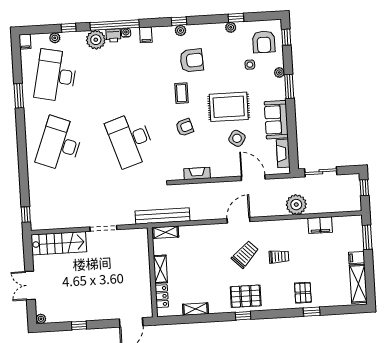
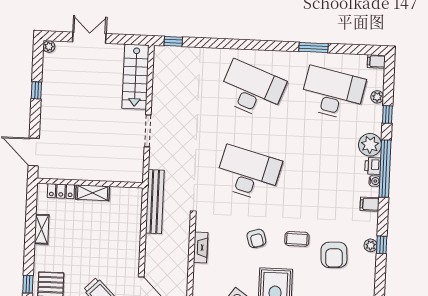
desk: (130, 140) -> (248, 173), turned 33
shelving: (166, 232) -> (135, 203), removed

